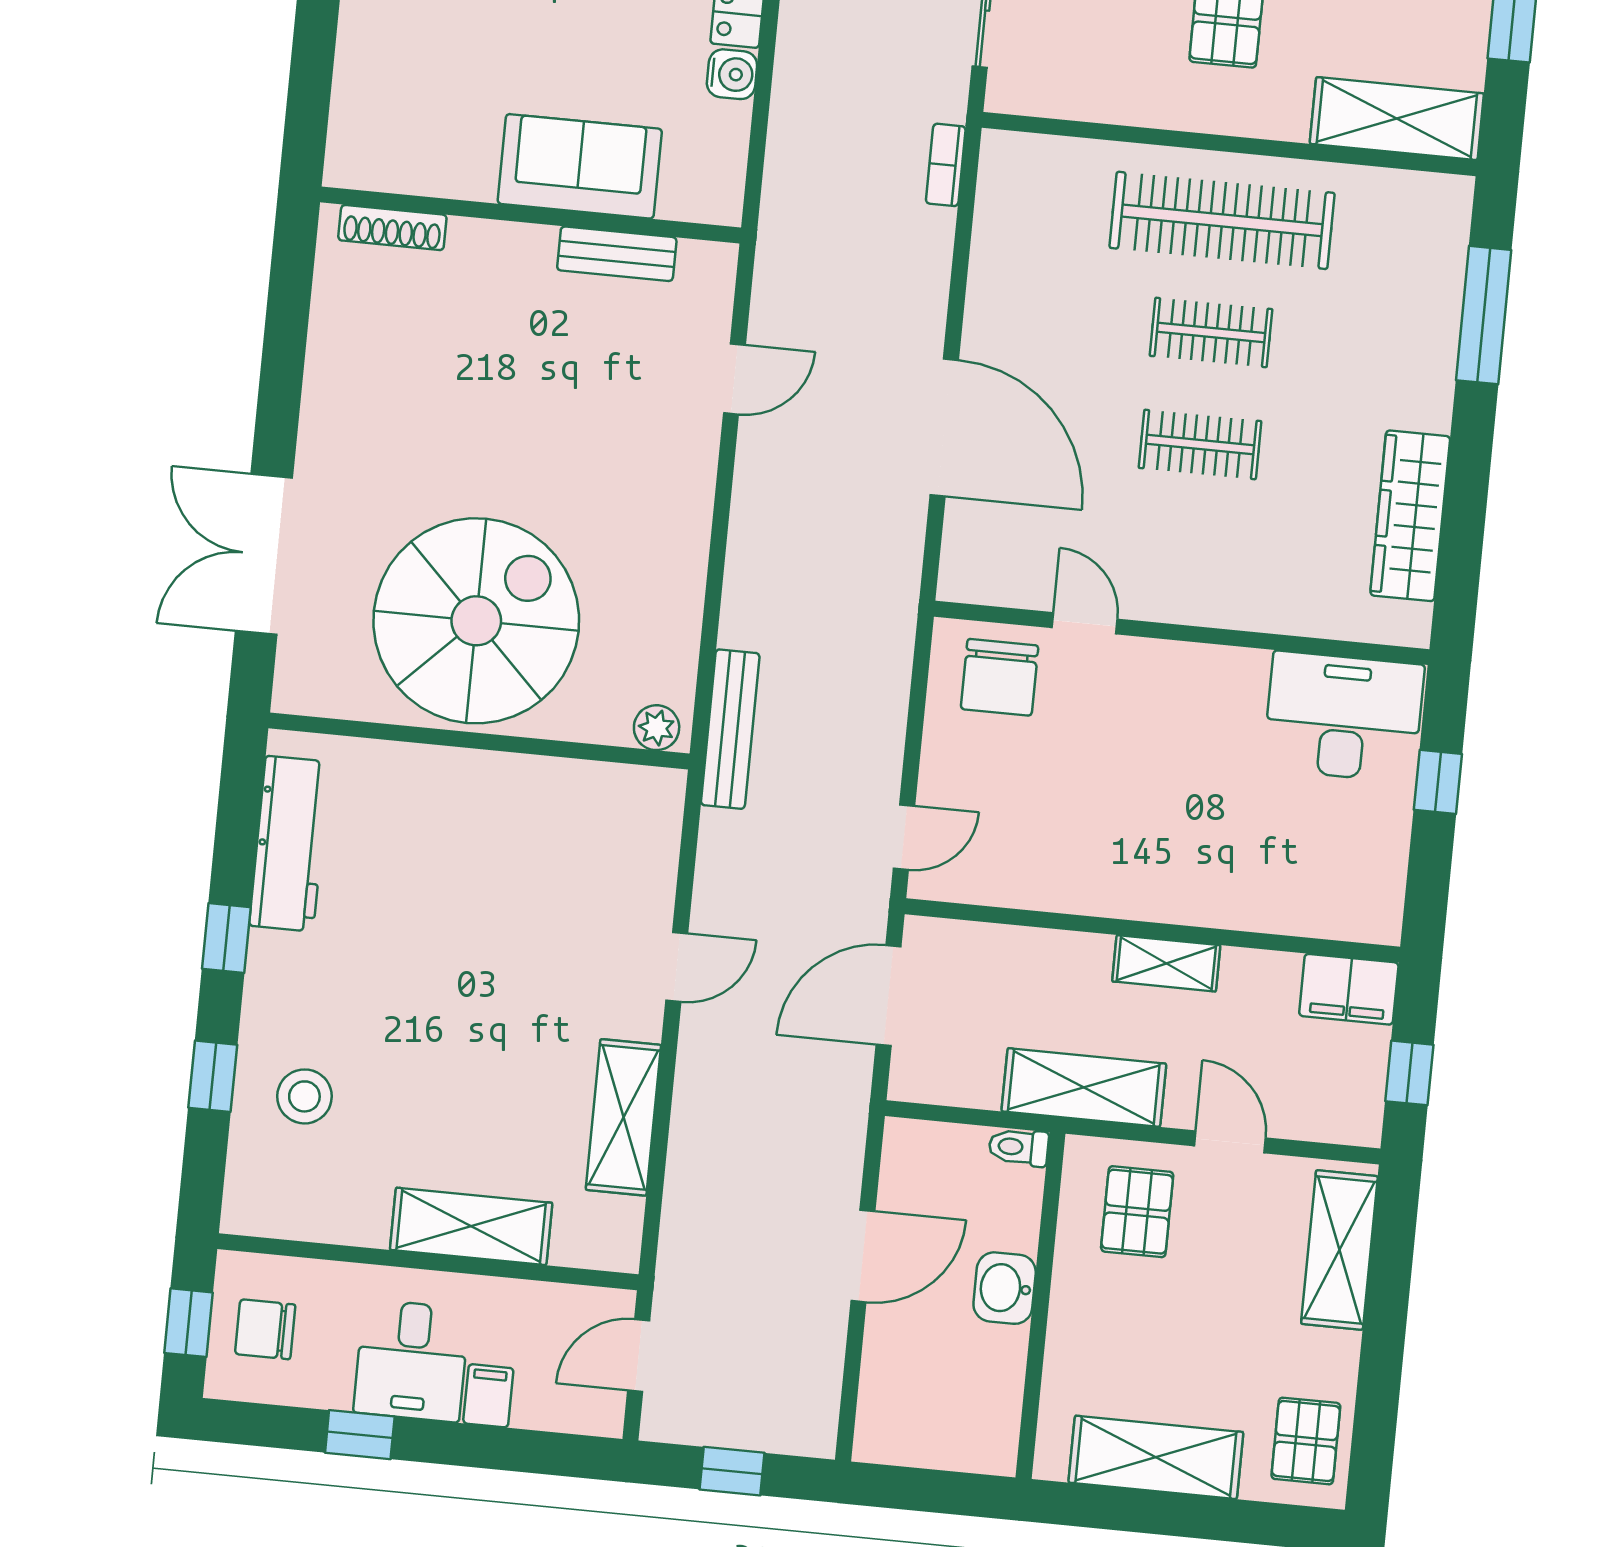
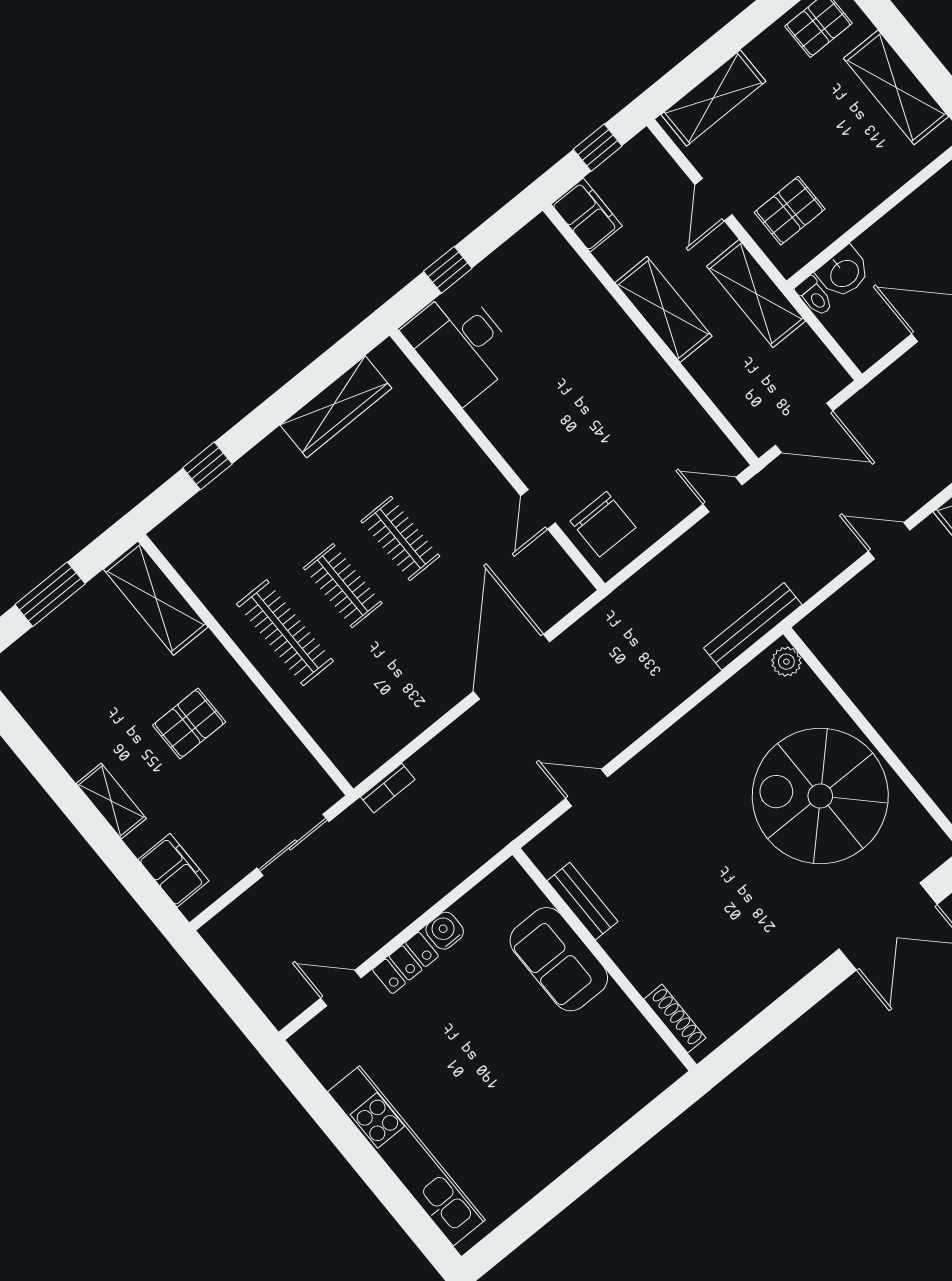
clothes rail: (1222, 220) -> (285, 633), width x0.73, depth x0.76
window: (1484, 315) -> (207, 466), width x0.46
chair: (1000, 677) -> (603, 524), turned 90
shelving: (1166, 963) -> (663, 309), width x1.50, depth x1.33
washbasin: (1005, 1288) -> (844, 273), moved

